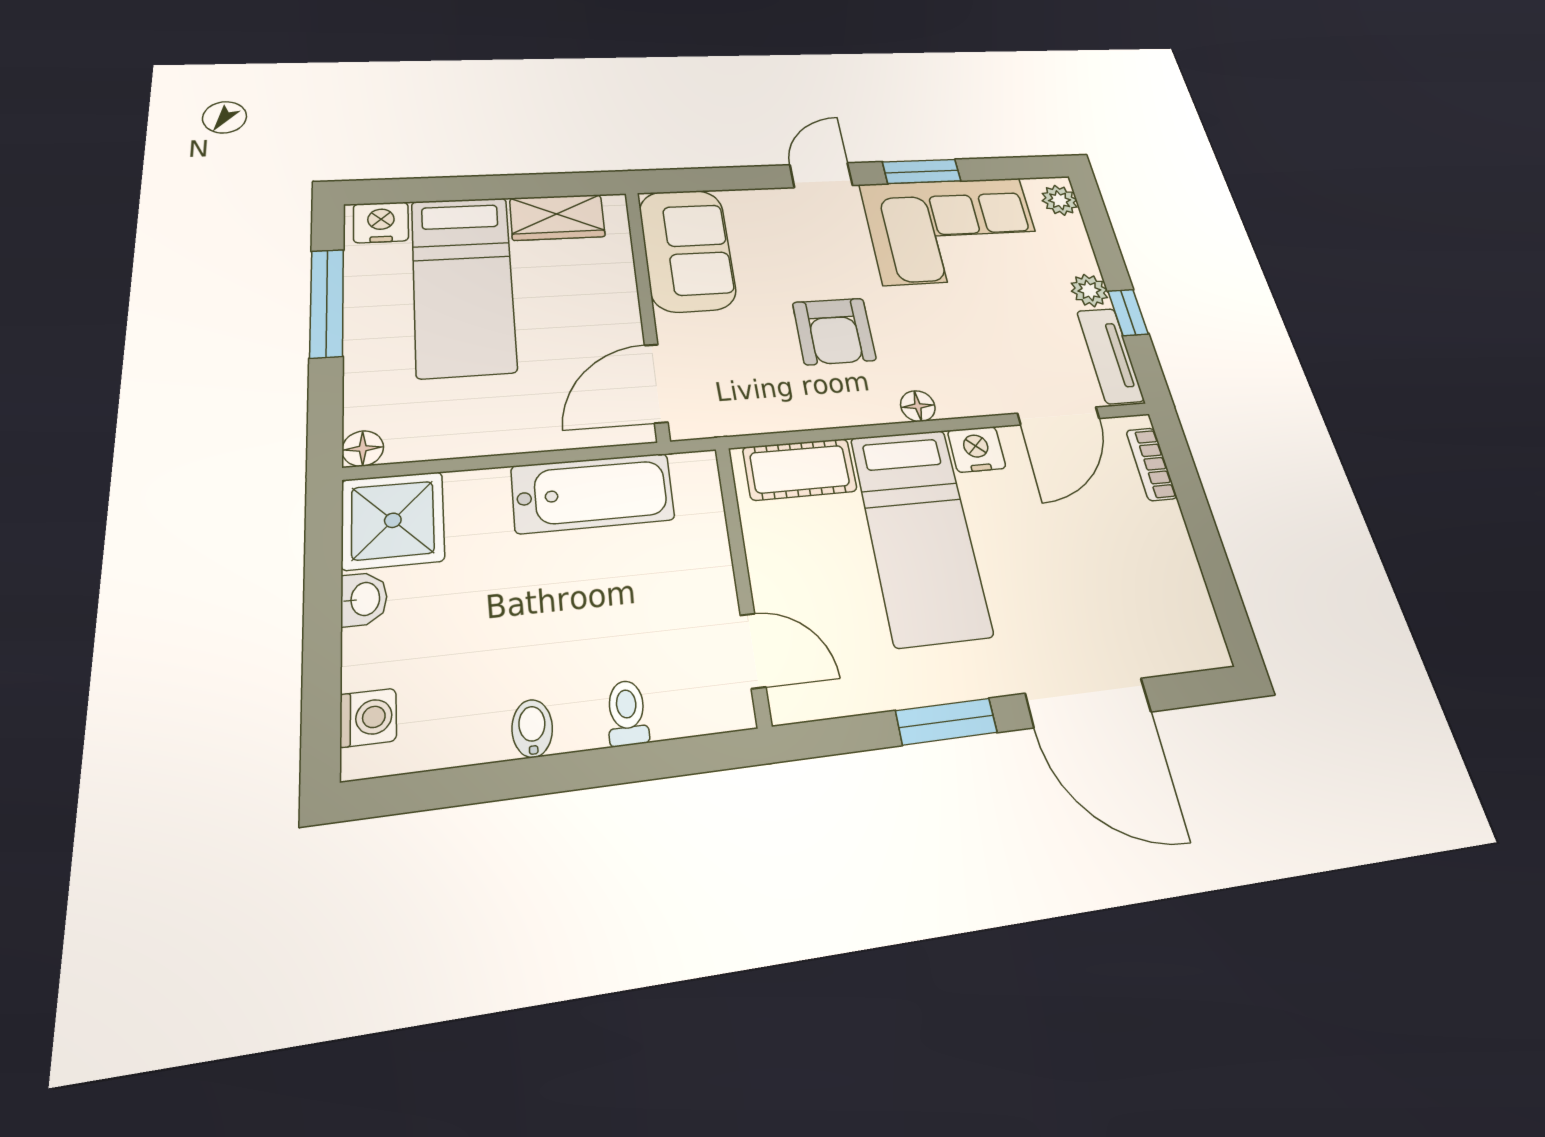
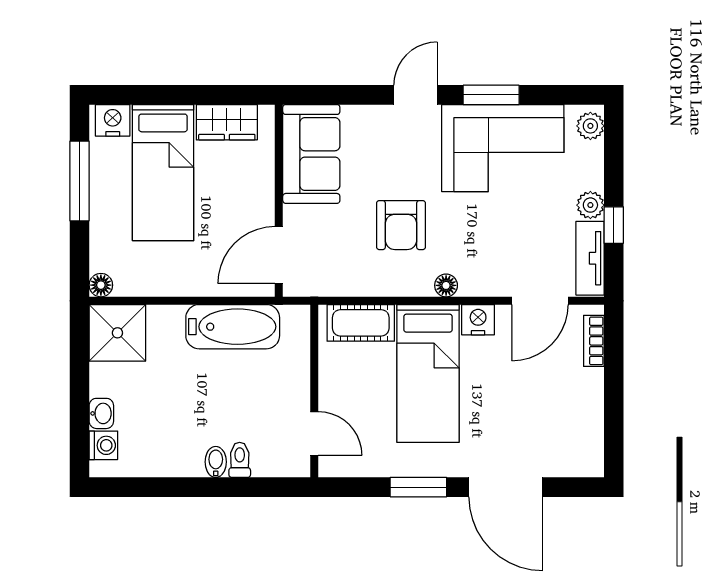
washbasin: (364, 599) -> (101, 413), moved
bidet: (532, 728) -> (216, 462), moved

